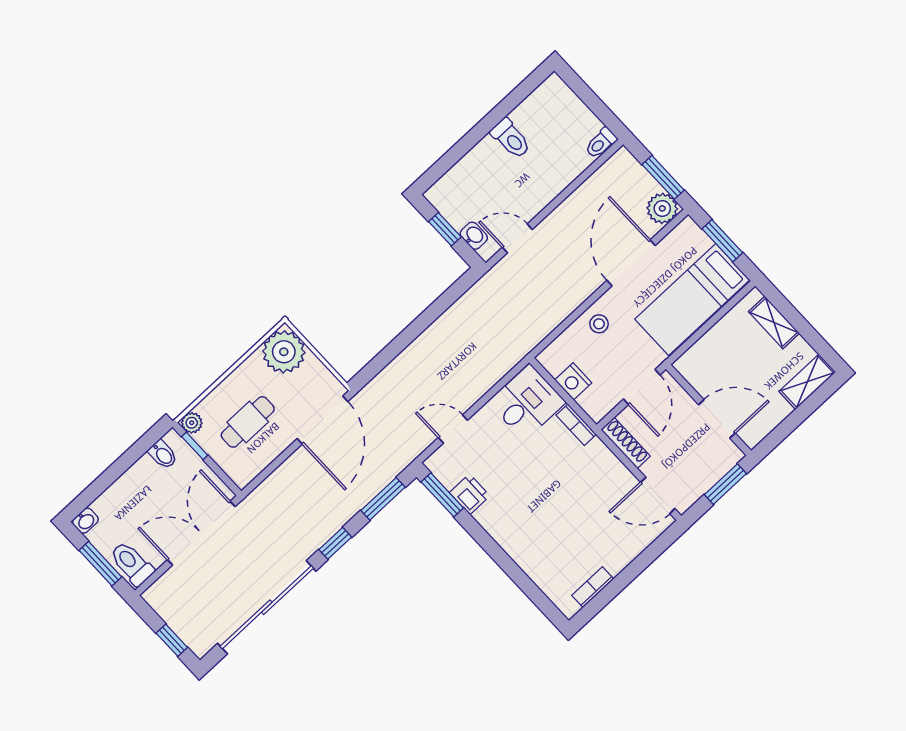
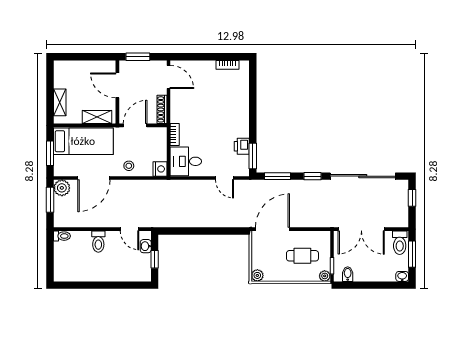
toilet: (511, 138) -> (98, 242), moved, turned 180
plant: (284, 352) -> (257, 275), width x0.53, depth x0.53
nightstand: (573, 381) -> (160, 169), moved
shelving: (807, 382) -> (97, 117), moved

